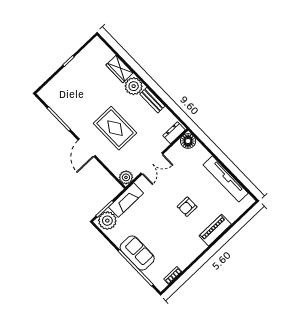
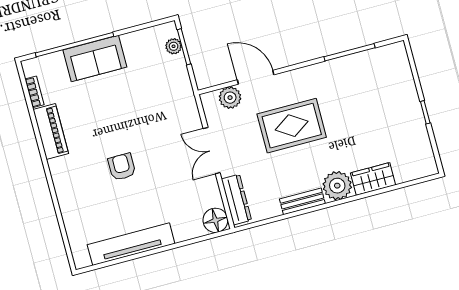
dresser: (174, 133) -> (236, 200), width x1.44
door: (87, 148) -> (256, 77), moved
plant: (126, 177) -> (230, 98), moved
fireplace: (126, 200) -> (180, 84), removed
plant: (107, 221) -> (174, 46), width x0.53, depth x0.53
piano: (215, 230) -> (51, 132), moved

